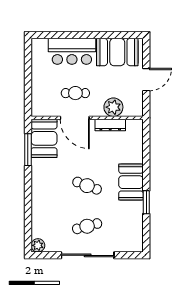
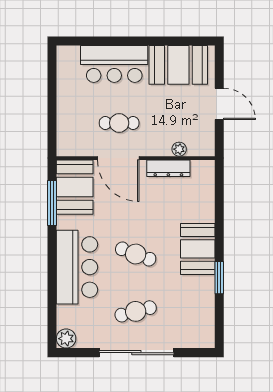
door: (146, 80) -> (219, 104), hinge flipped
plant: (113, 107) -> (179, 149), width x0.53, depth x0.53
bar counter: (46, 195) -> (77, 267), added

